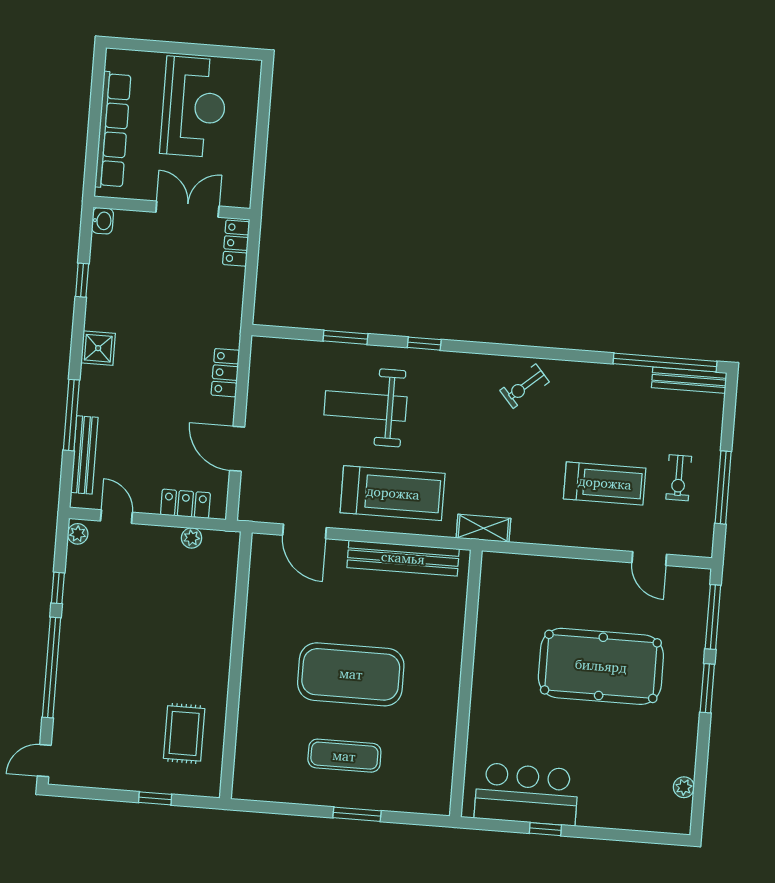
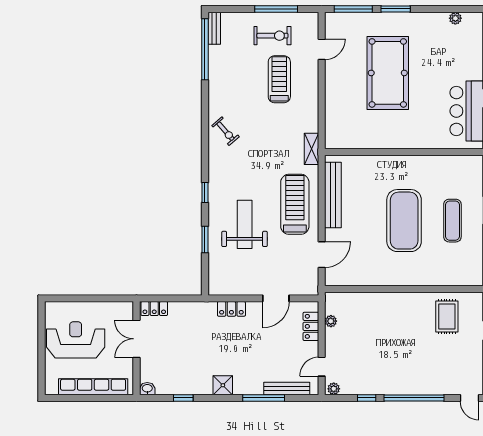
bench: (689, 380) -> (214, 28), width x0.73
weight bench: (365, 406) -> (245, 224), turned 180
exercise bike: (679, 478) -> (272, 36), width x1.38, depth x1.39
rug: (184, 733) -> (447, 316), turned 90

